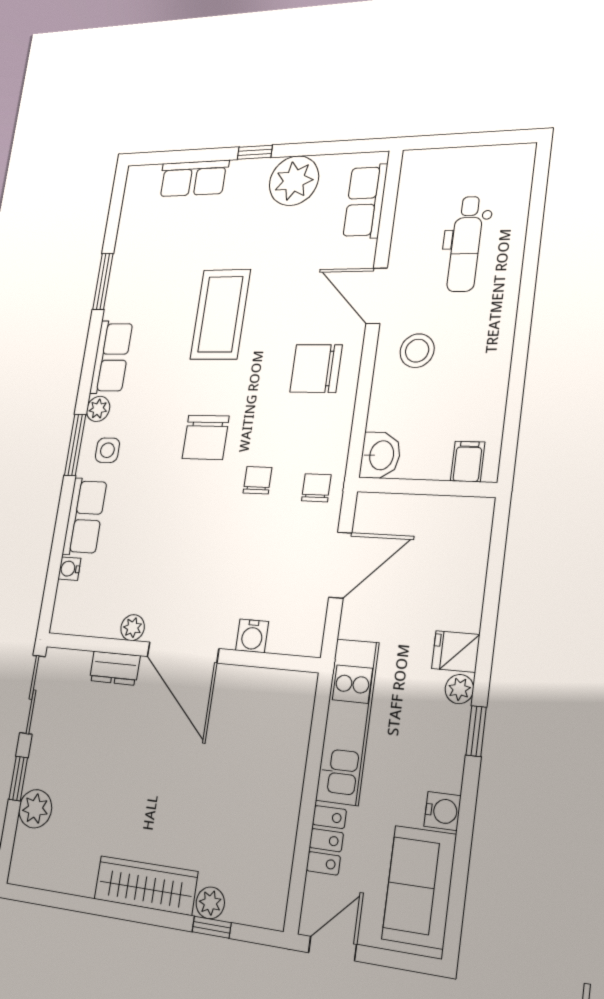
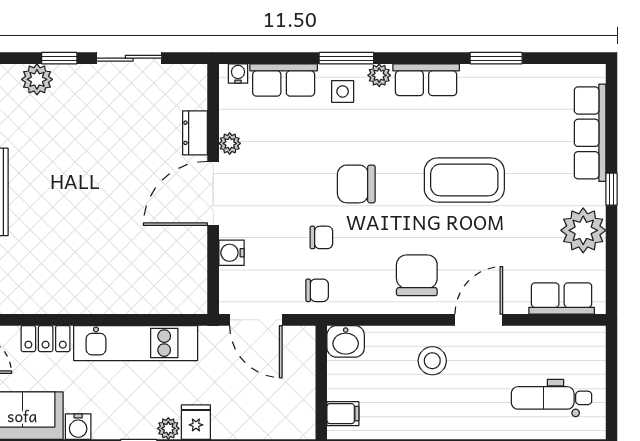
row of seats: (193, 178) -> (590, 133), width x1.48
dental chair: (466, 244) -> (551, 398), moved
plant: (133, 628) -> (230, 143), moved
water cooler: (252, 636) -> (232, 253), moved
wall: (178, 652) -> (213, 189), moved
door: (183, 653) -> (213, 193), moved
dresser: (115, 668) -> (195, 133), moved

